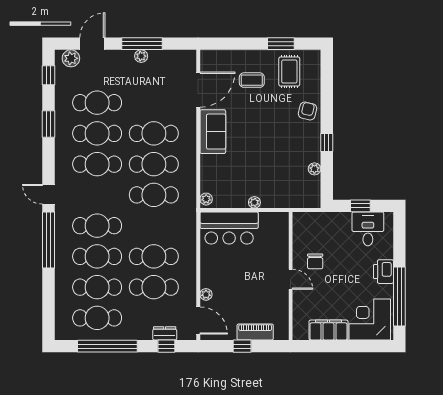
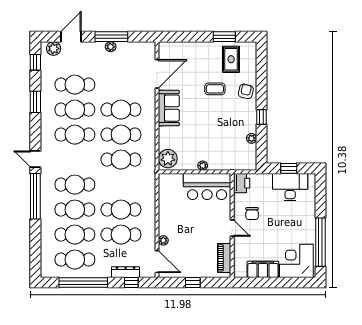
coffee table: (252, 80) -> (215, 89), moved
plant: (206, 199) -> (168, 159), width x1.88, depth x1.88
bar counter: (229, 228) -> (207, 186), moved
desk: (368, 229) -> (290, 187), width x1.37
printer: (383, 272) -> (242, 183), moved, turned 180
piano: (255, 332) -> (224, 258), moved, turned -90
dresser: (165, 333) -> (126, 272), width x1.44

